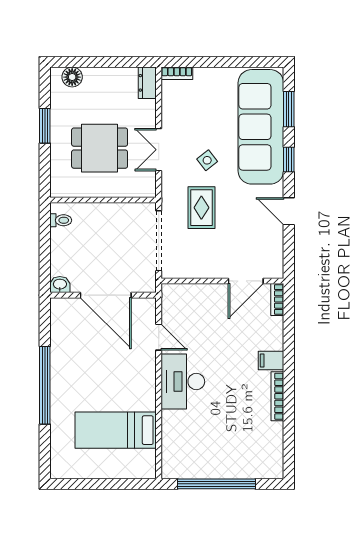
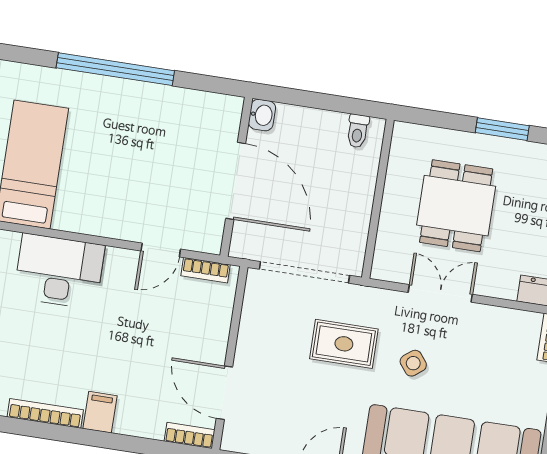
door: (106, 295) -> (236, 181), swing flipped
bookcase: (167, 306) -> (206, 270), added
desk: (183, 382) -> (59, 271), moved

